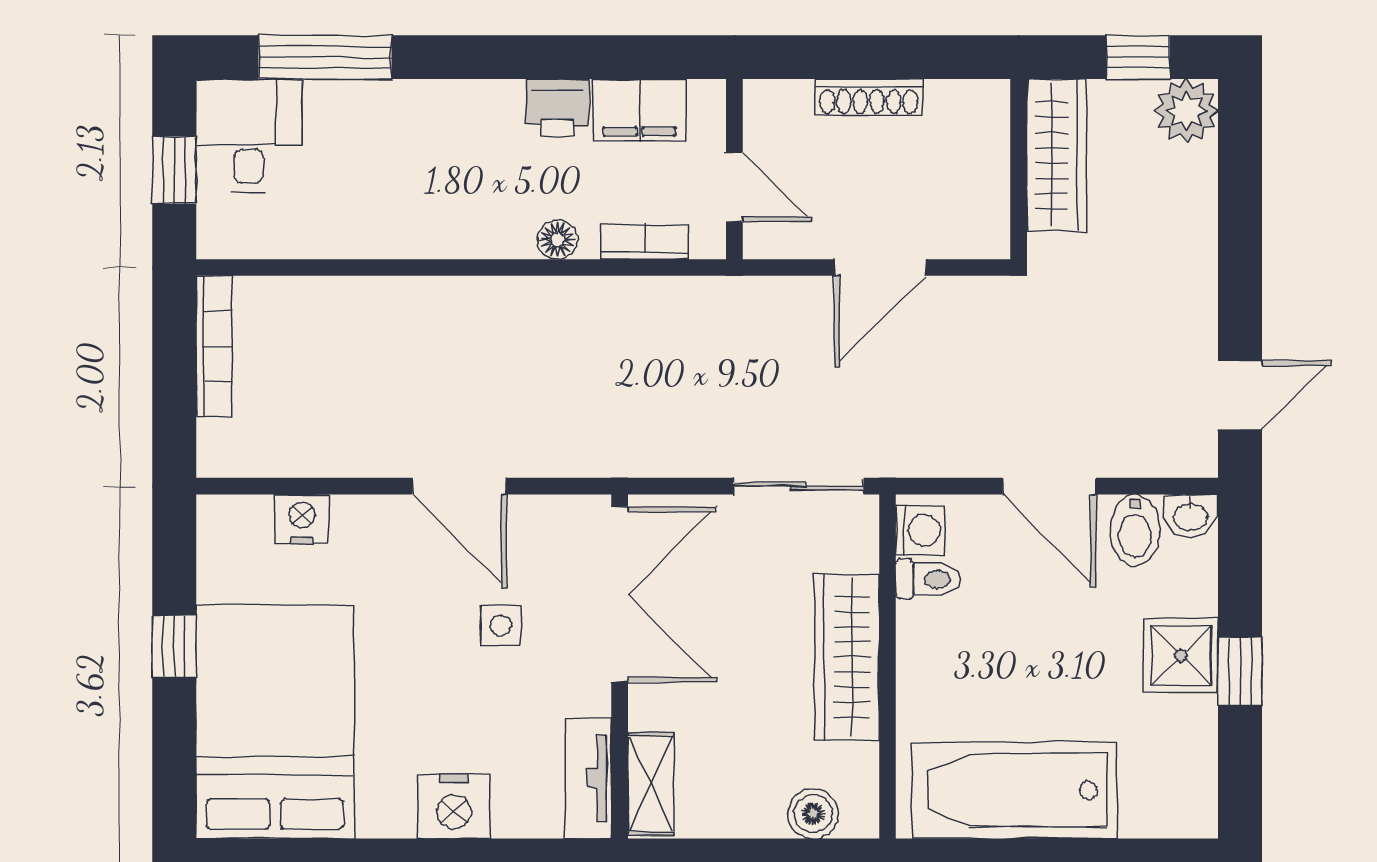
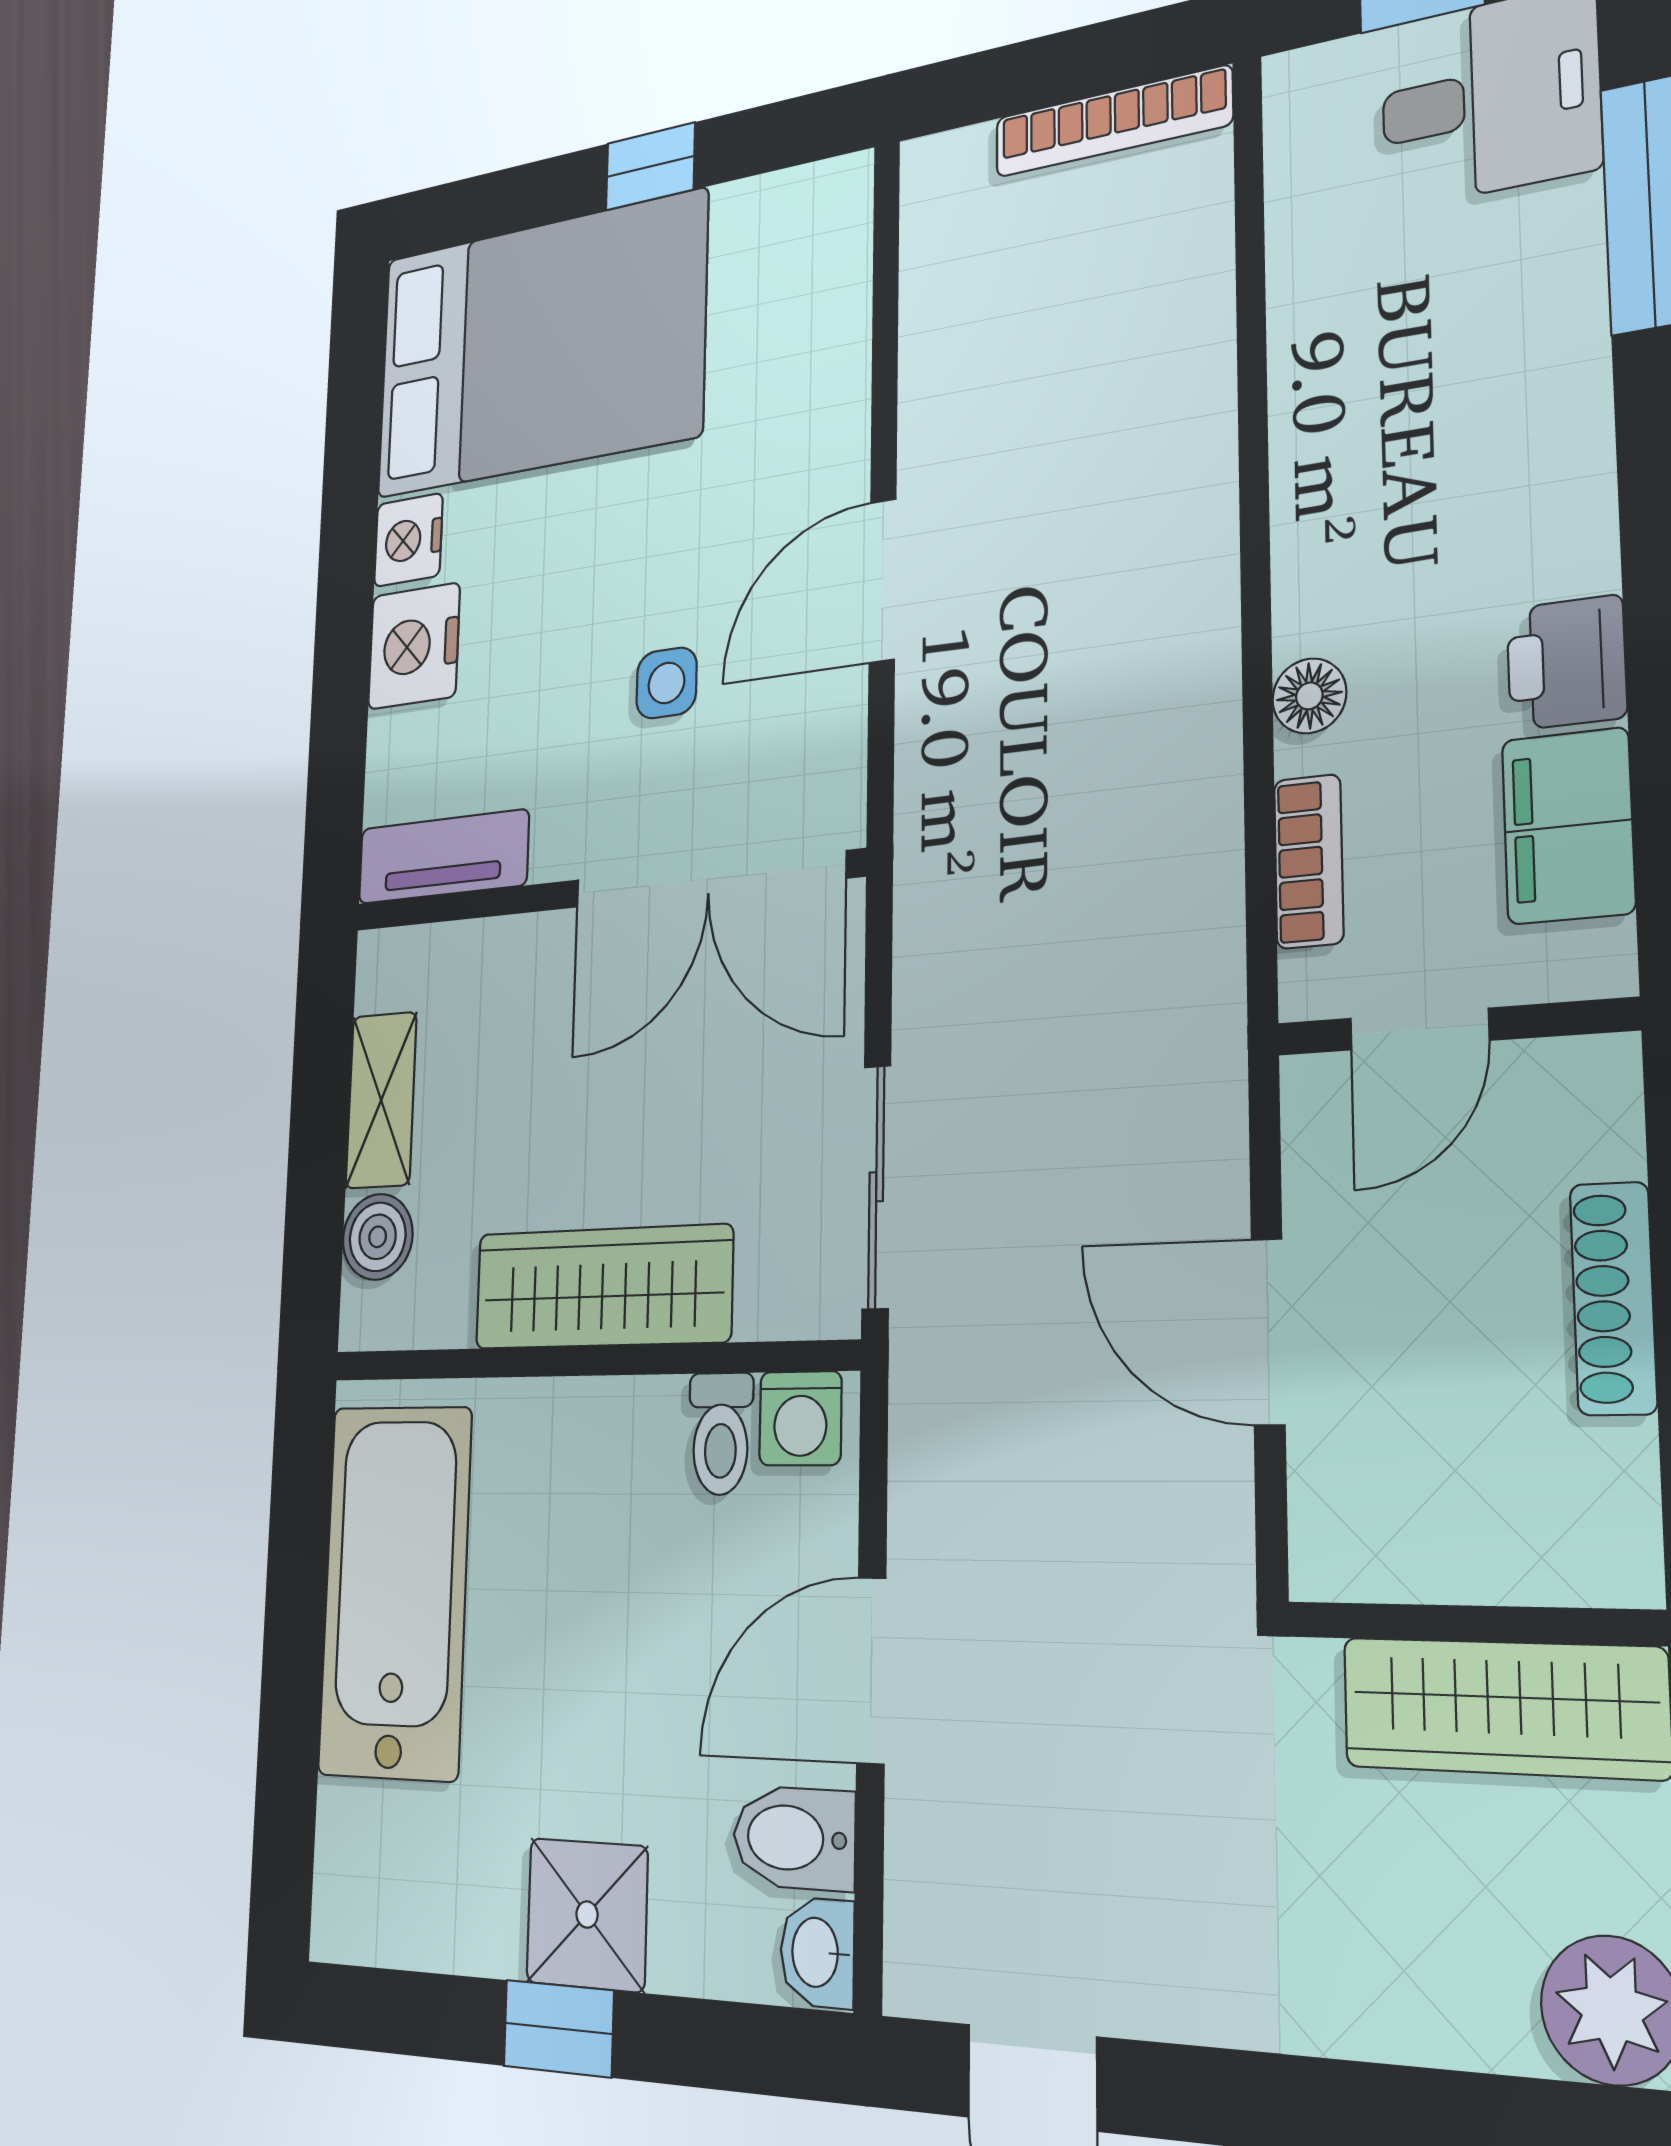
nightstand: (302, 519) -> (408, 540), moved, turned 180
shelving: (651, 784) -> (381, 1100), moved, turned 90

